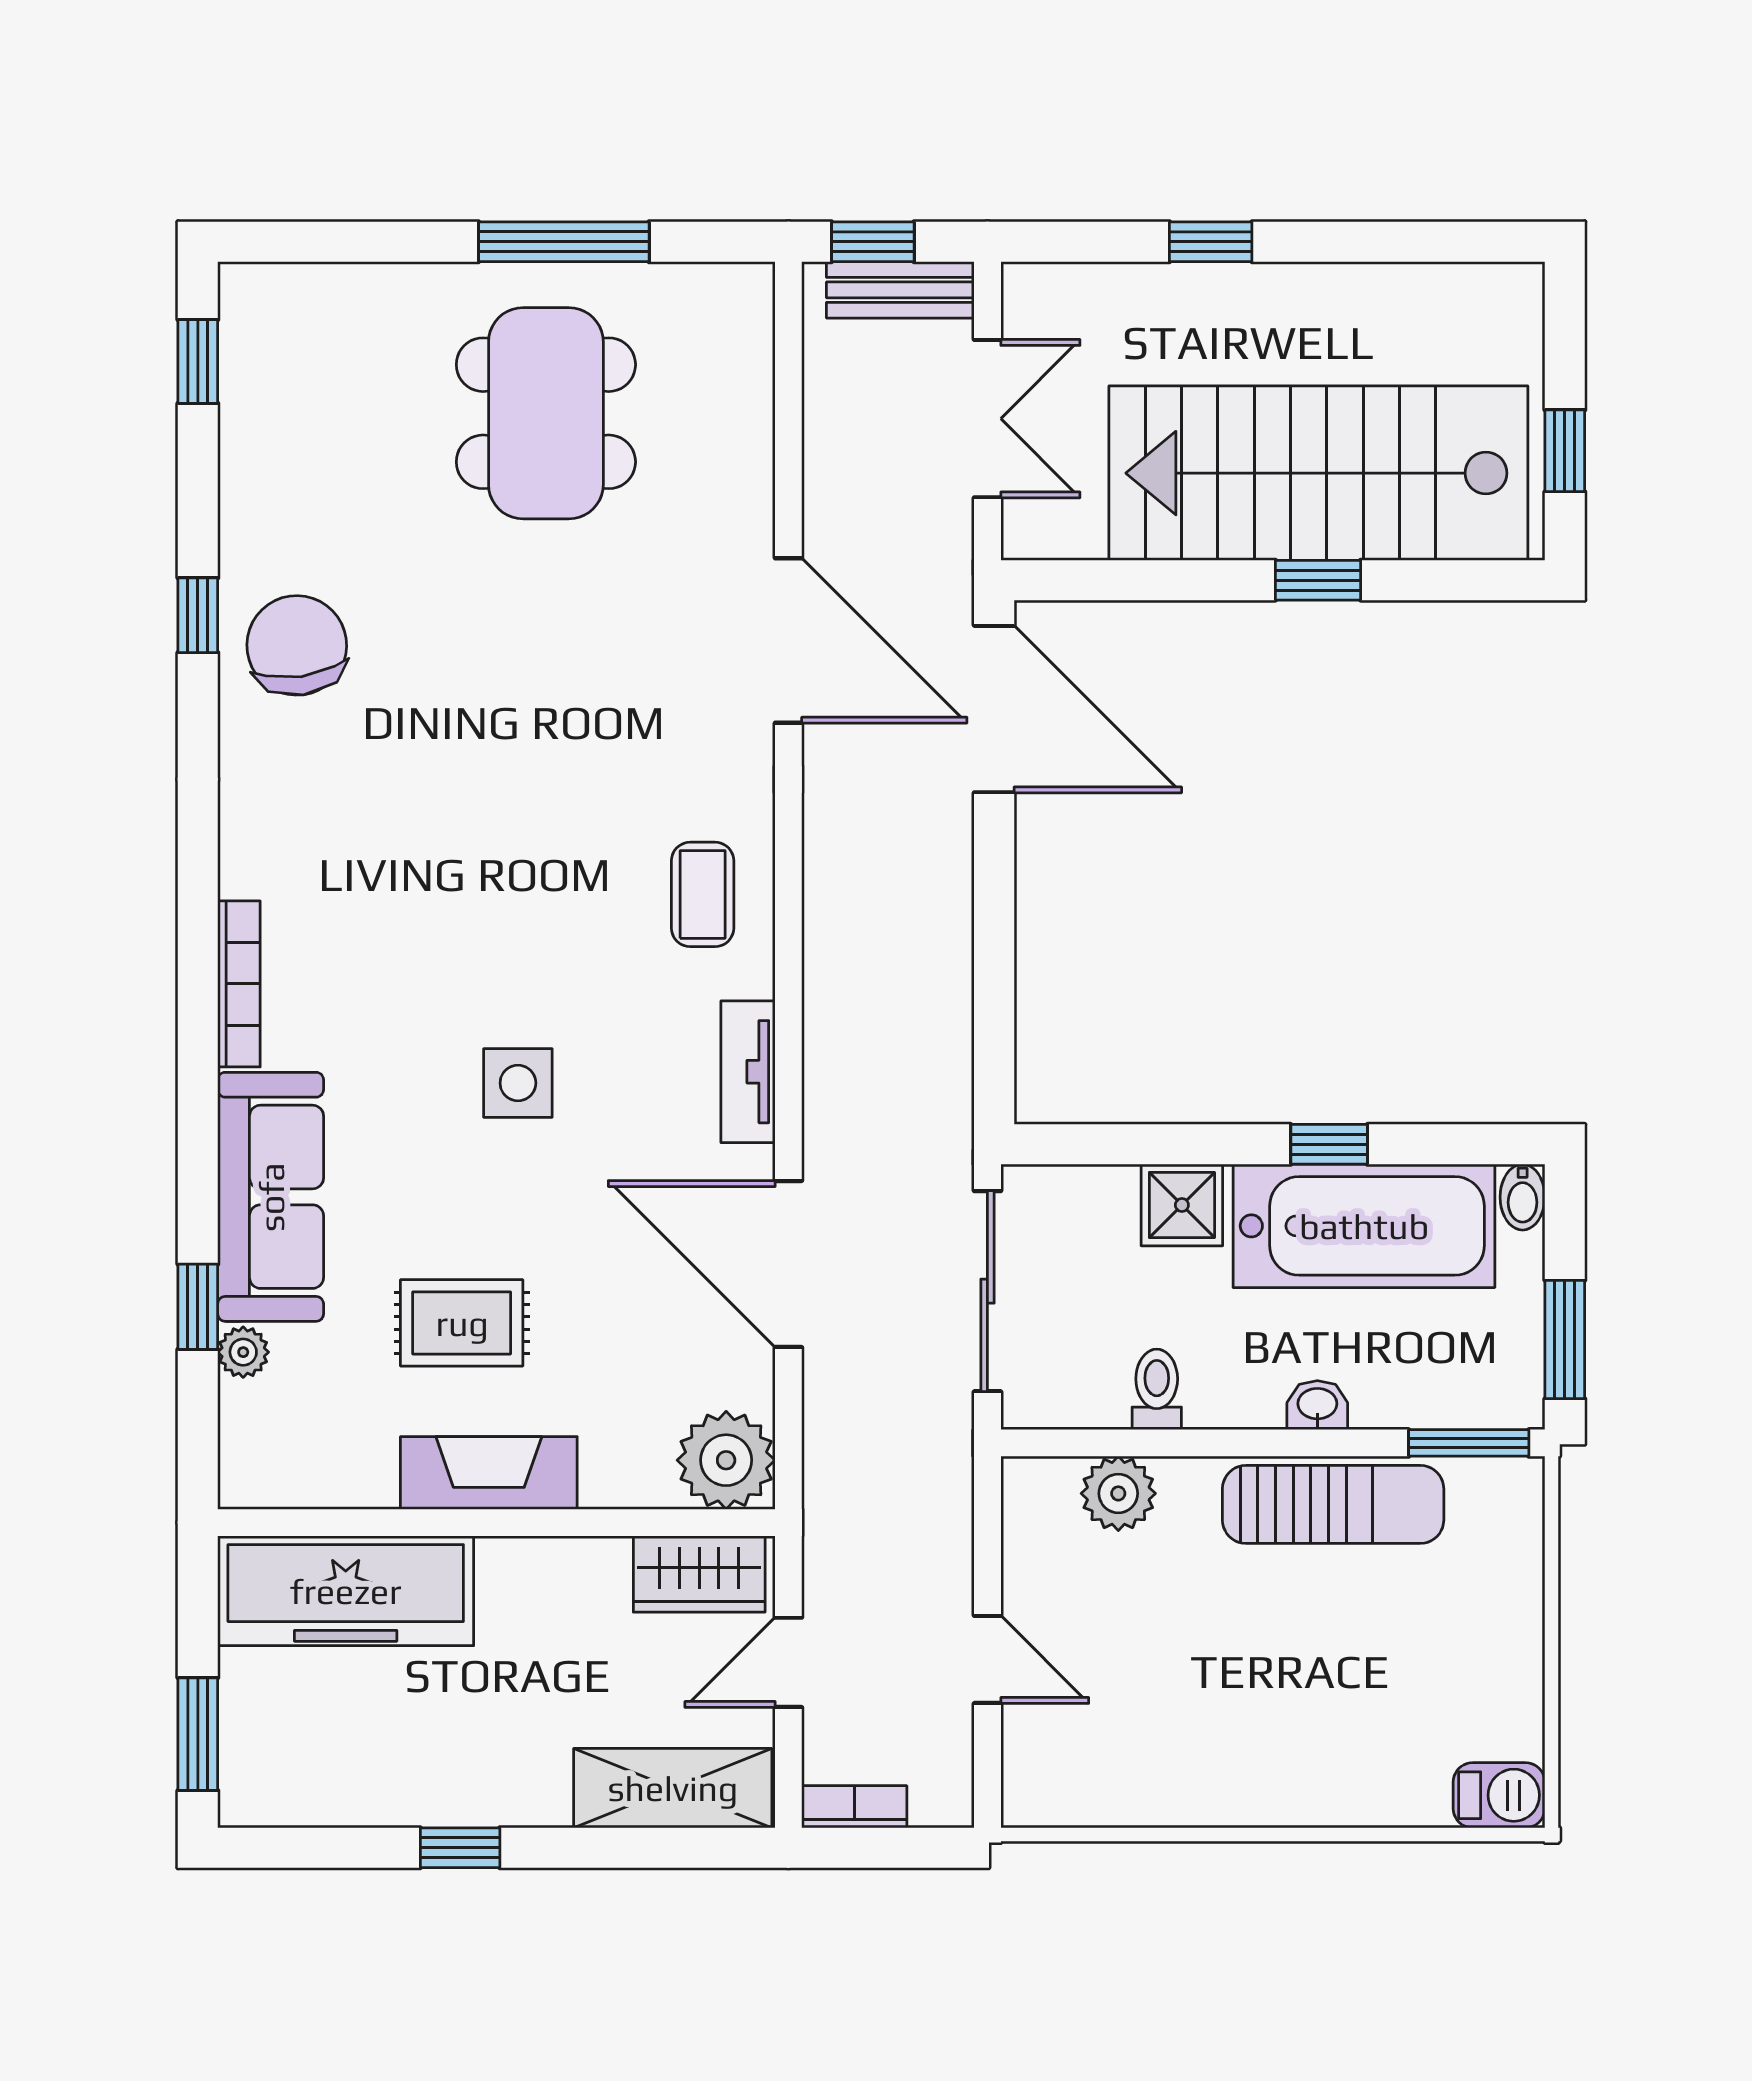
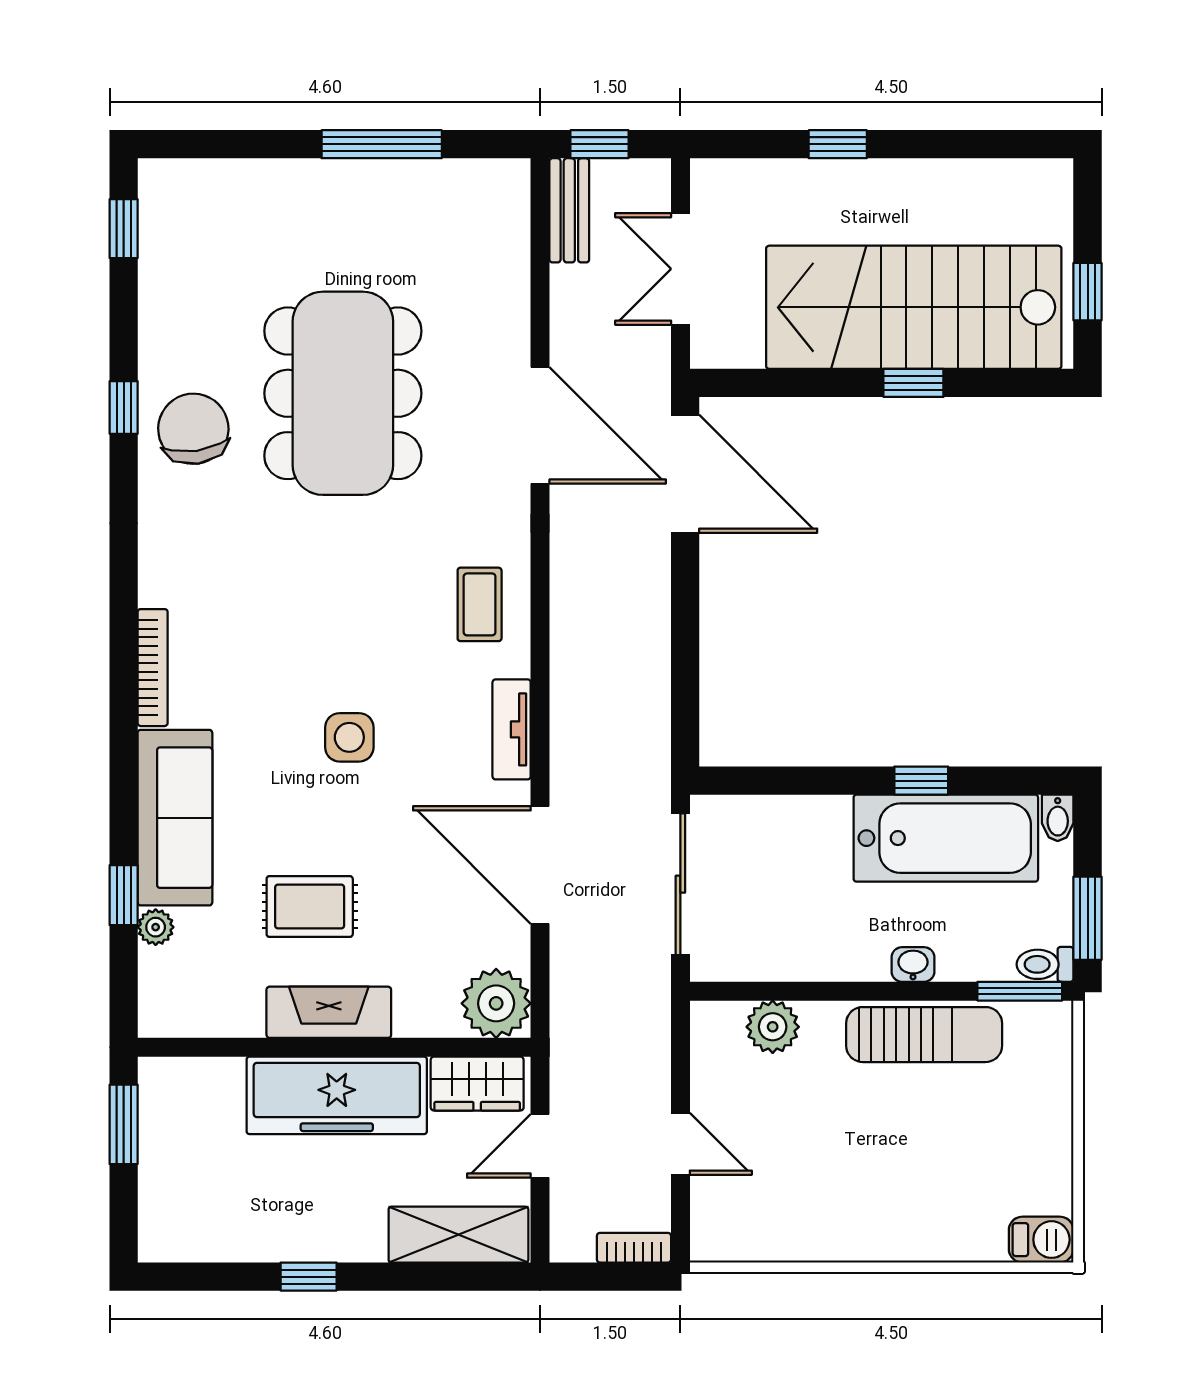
bench: (900, 290) -> (569, 210), moved, turned 90
dining table: (546, 413) -> (343, 393), moved, width x1.36, depth x1.24
double door: (987, 419) -> (680, 269), swing flipped
shower: (1182, 1205) -> (818, 823), removed
toilet: (1157, 1389) -> (1045, 964), moved, turned -90
freezer: (346, 1591) -> (337, 1095), moved
window: (198, 1734) -> (124, 1124), moved
bookcase: (854, 1807) -> (634, 1248), moved

